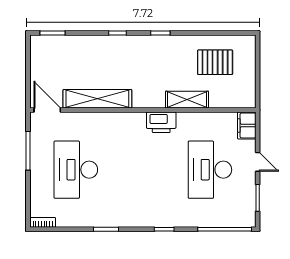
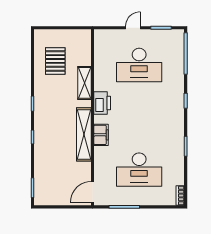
shelving: (97, 99) -> (84, 134), moved
filing cabinet: (247, 125) -> (101, 135), moved, turned -90

